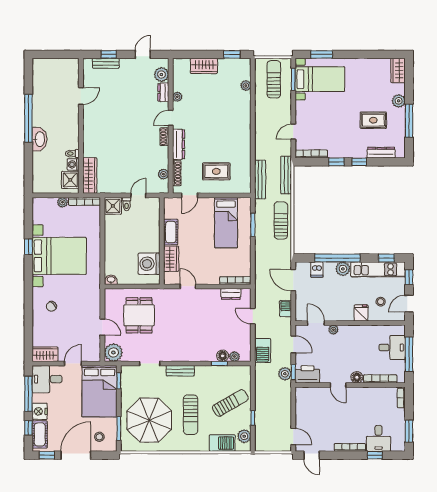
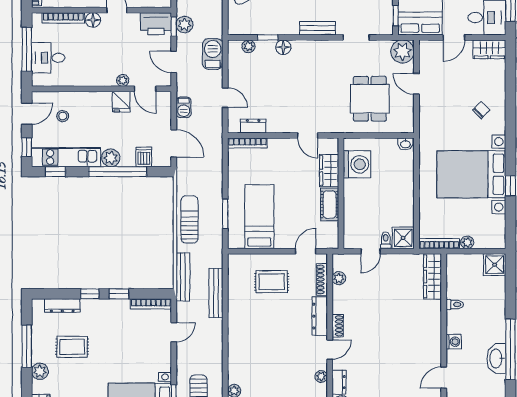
washbasin: (39, 139) -> (496, 359), moved
washing machine: (73, 164) -> (454, 342), moved
bench: (260, 179) -> (216, 293), moved
shower: (70, 180) -> (495, 265), moved
sun lounger: (281, 220) -> (190, 219), turned 180
fridge: (361, 313) -> (121, 102), moved
floor lamp: (223, 356) -> (283, 47), moved

